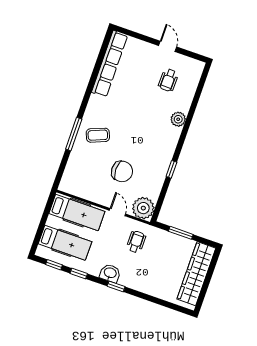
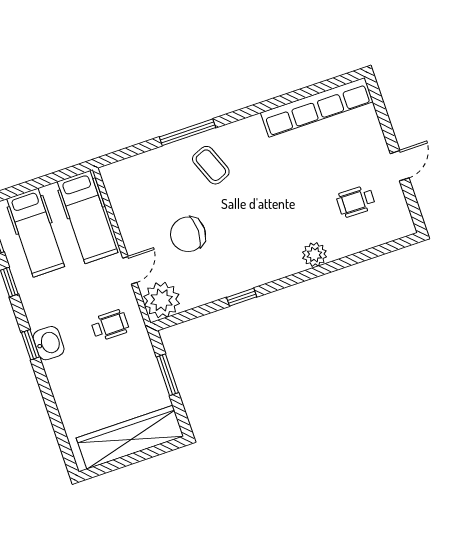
chair: (122, 171) -> (188, 234), turned 90
washbasin: (110, 273) -> (49, 343), moved

